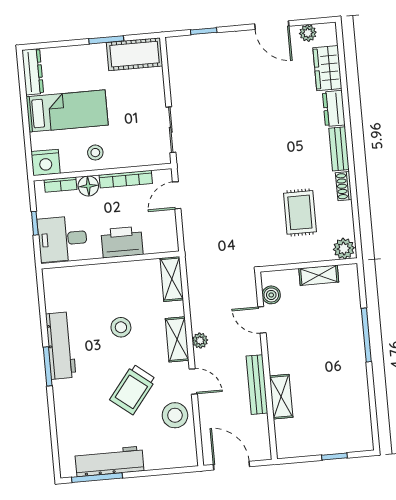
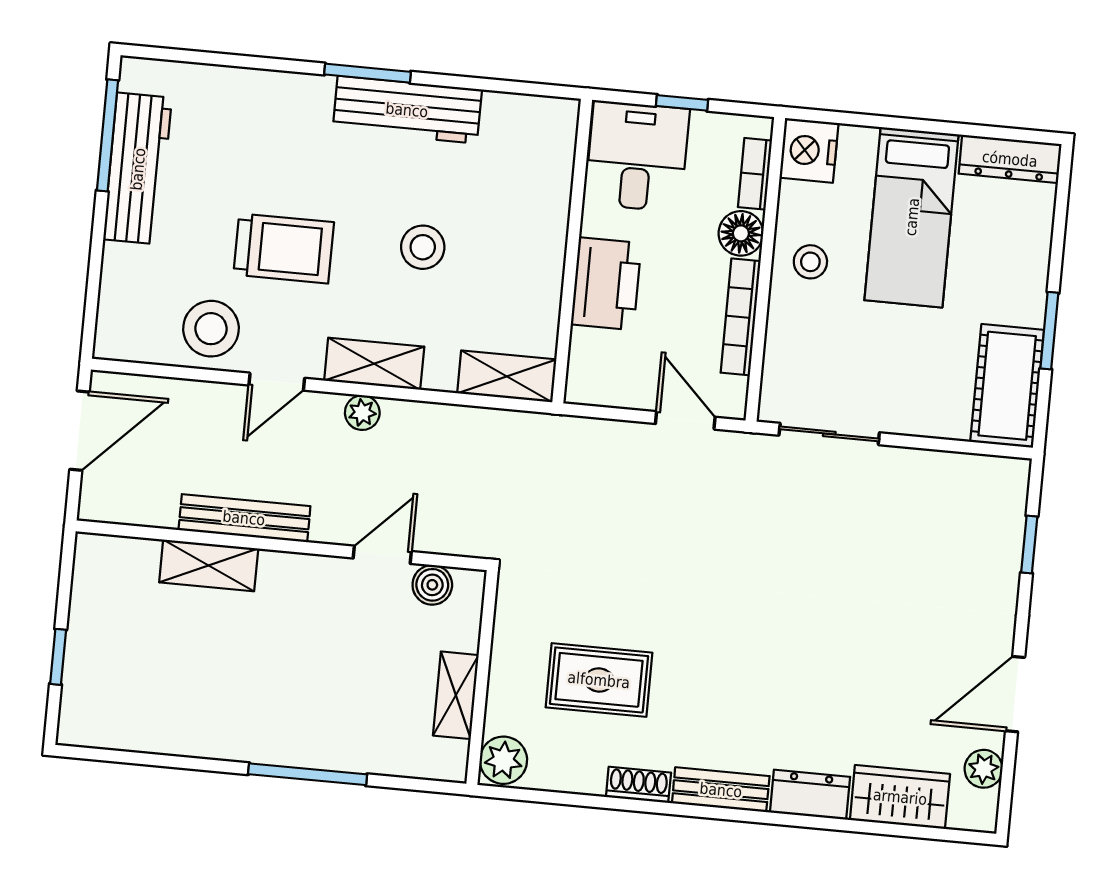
trolley: (133, 389) -> (284, 248), turned 142

